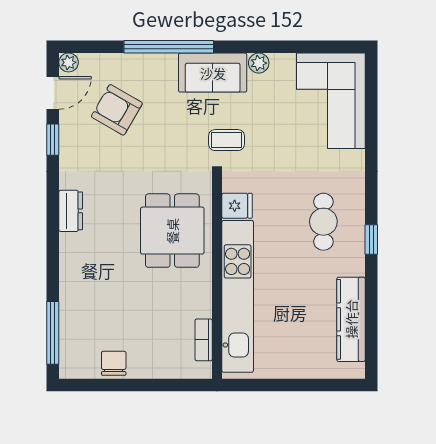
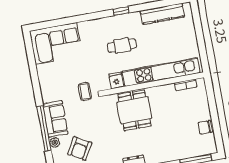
plant: (259, 63) -> (55, 143), moved
sofa: (213, 73) -> (55, 119), moved
cafe table: (323, 222) -> (122, 46), moved
dining table: (172, 231) -> (134, 110), turned 90

